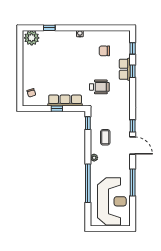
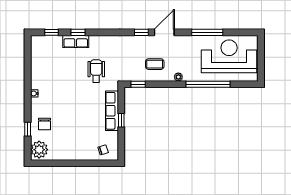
chair: (104, 51) -> (45, 124), moved

